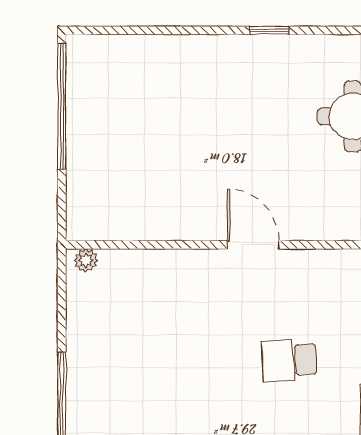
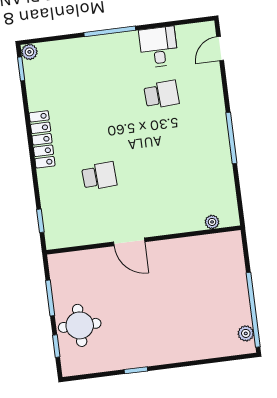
plant: (79, 68) -> (246, 333), added
plant: (86, 260) -> (212, 222), moved

